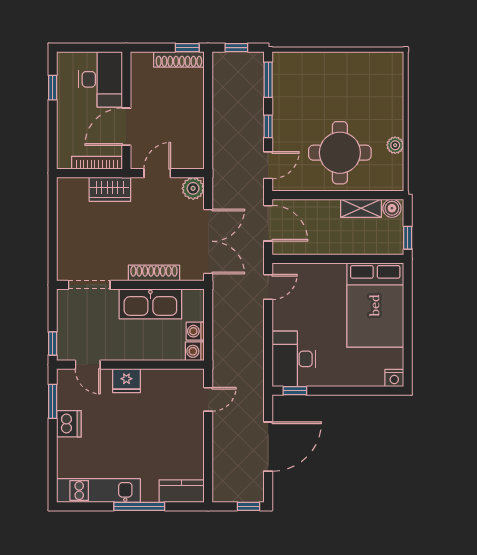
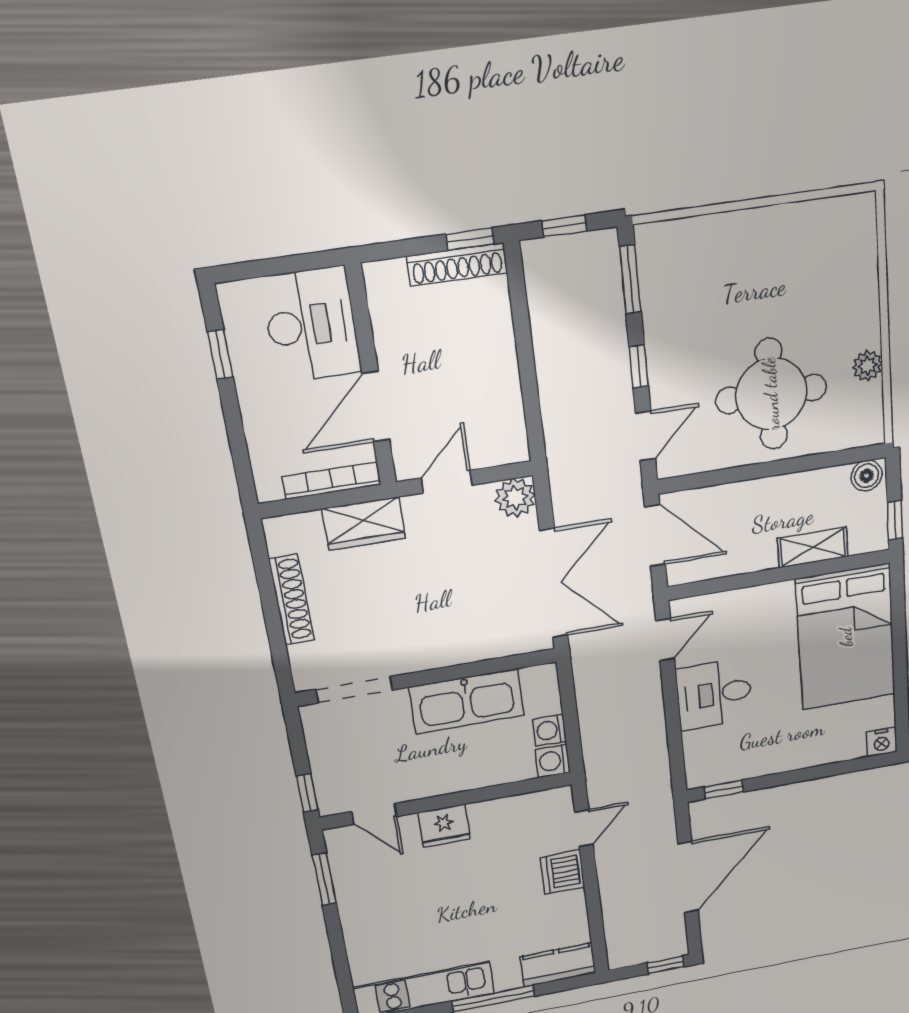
shelving: (361, 208) -> (813, 547), moved
shoe rack: (154, 273) -> (291, 600), moved, turned 90
desk: (294, 359) -> (714, 694), moved, width x0.73
dishwasher: (69, 424) -> (562, 872), moved, turned 180

